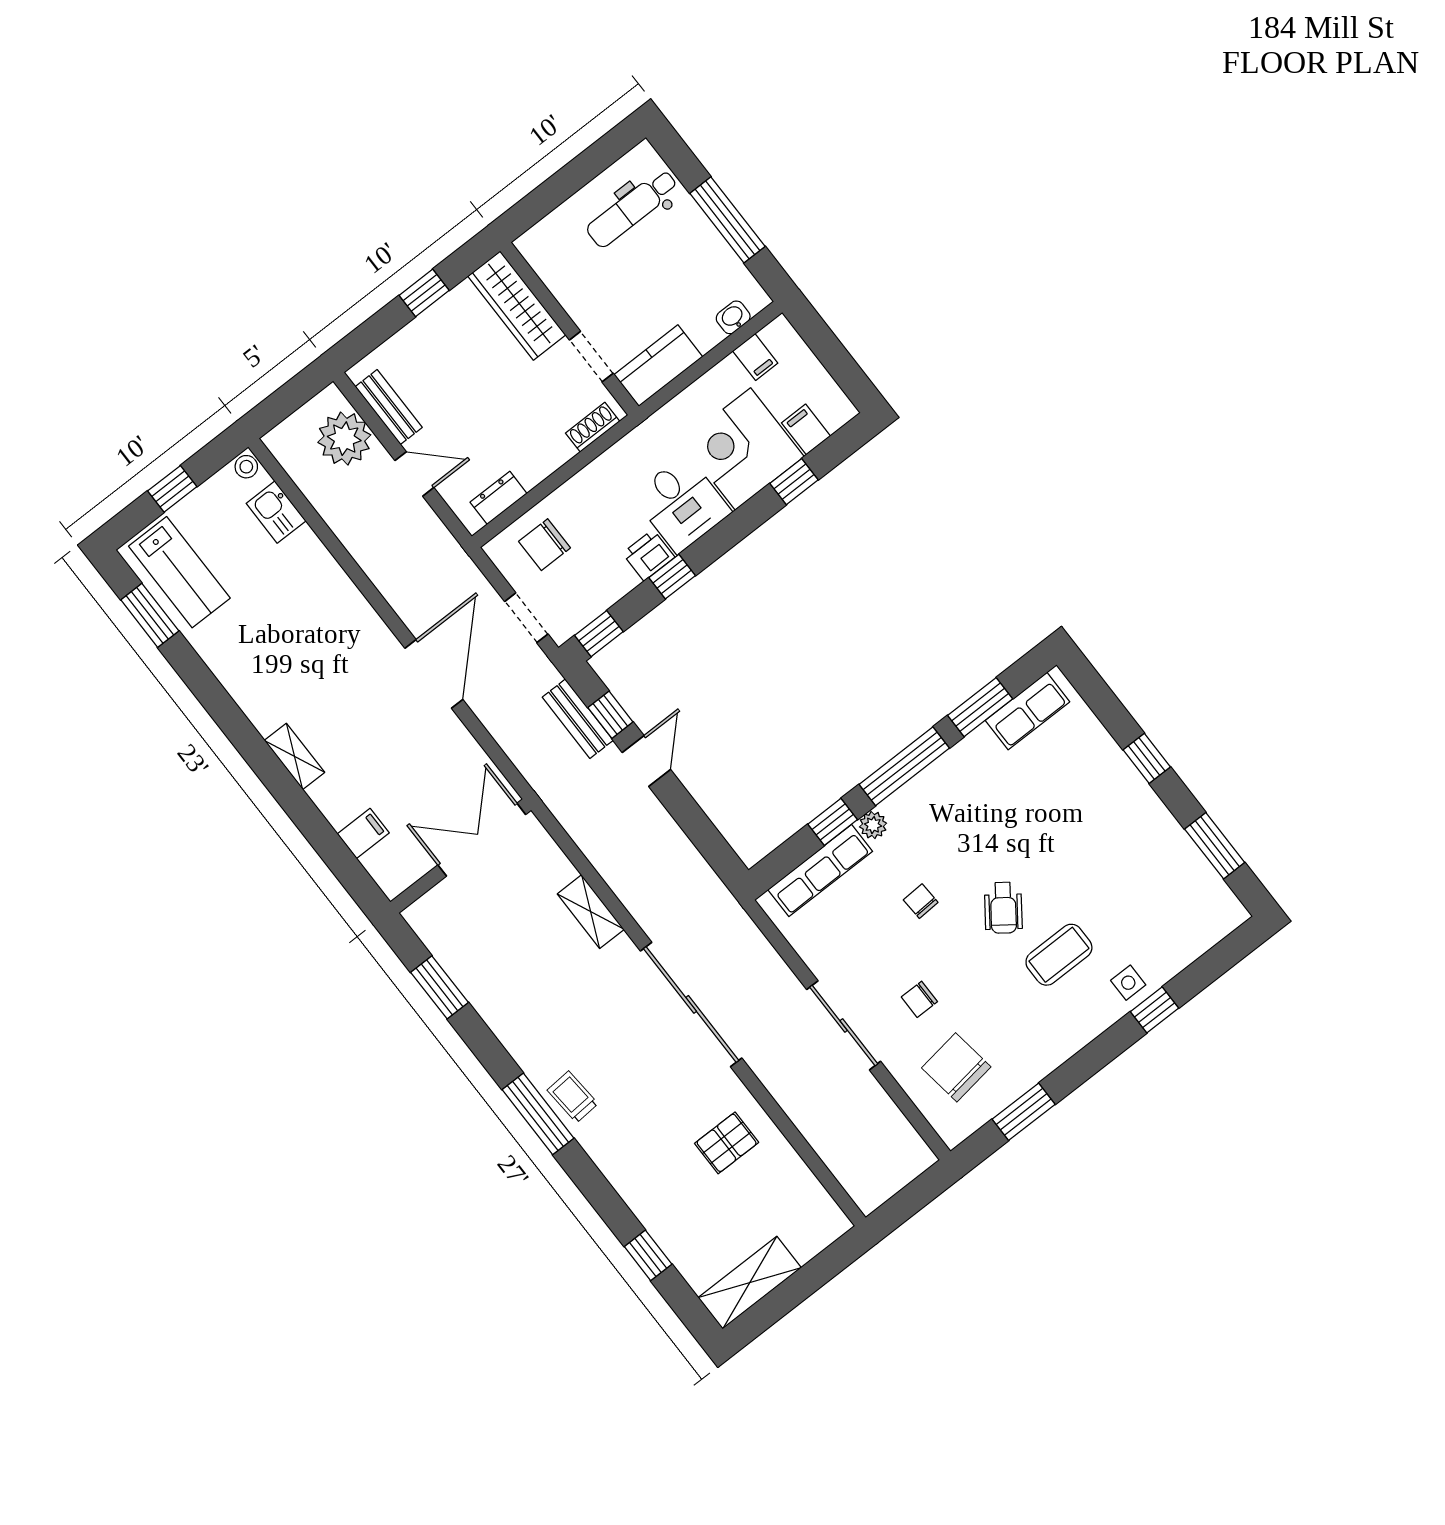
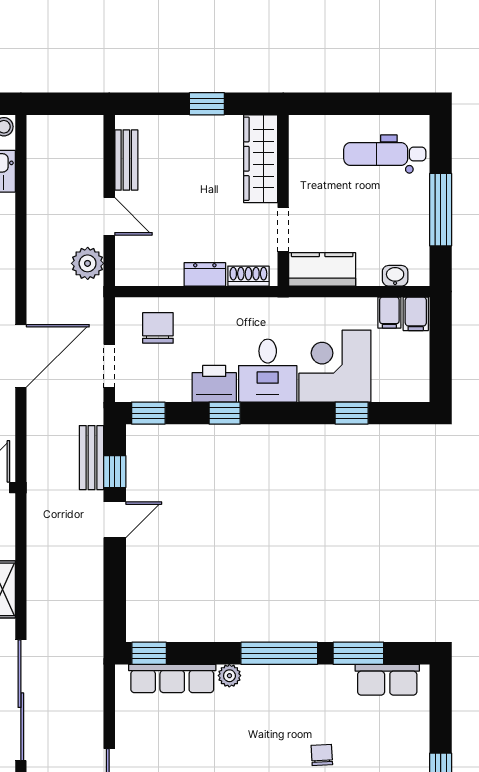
filing cabinet: (806, 429) -> (416, 314), moved, turned 180
plant: (344, 439) -> (88, 263), moved, width x0.73, depth x0.73
dresser: (499, 498) -> (205, 274), moved
chair: (545, 545) -> (158, 328), turned 90
printer: (648, 555) -> (214, 384), width x1.36, depth x1.24
window: (833, 822) -> (149, 653), moved
chair: (921, 901) -> (322, 755), moved

